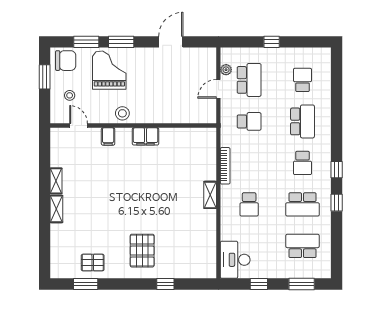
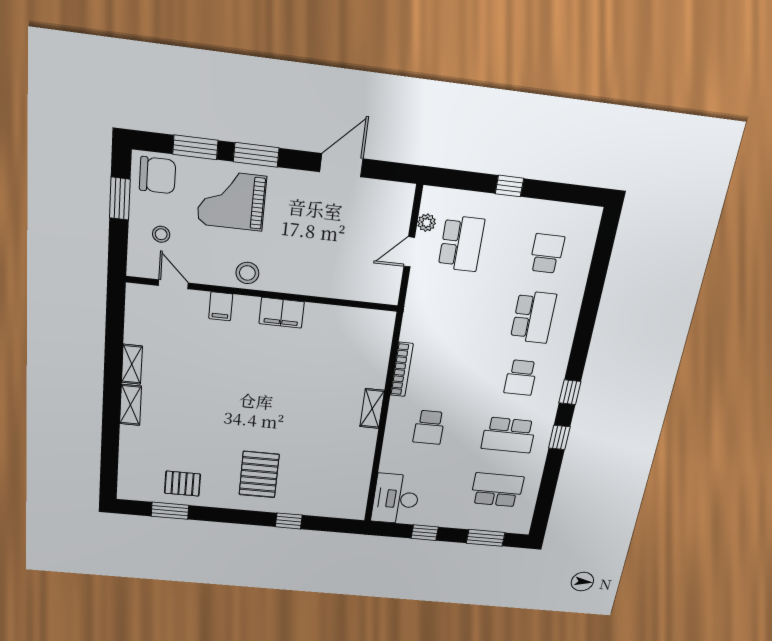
grand piano: (109, 70) -> (232, 200), turned -90
school desk: (249, 121) -> (450, 308), removed

